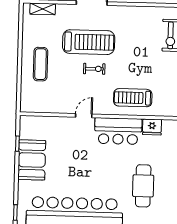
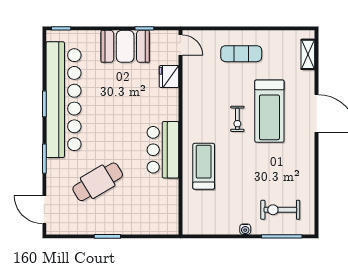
door: (84, 116) -> (180, 45), moved
fridge: (152, 127) -> (169, 77), moved
cafe table: (143, 186) -> (98, 182), turned -31

